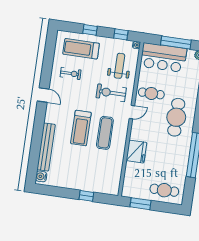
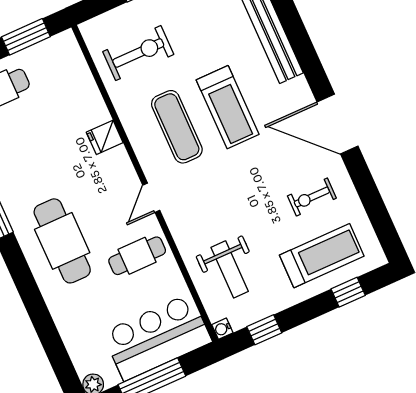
window: (90, 30) -> (348, 292), moved
exercise bike: (111, 93) -> (138, 53), moved
door: (43, 95) -> (337, 124), width x1.88
treadmill: (81, 128) -> (228, 107), turned 180
fridge: (136, 152) -> (105, 137), width x0.53, depth x0.75

